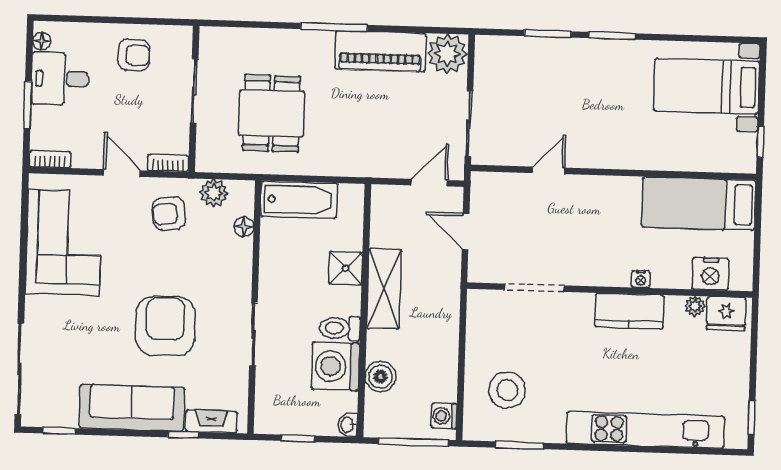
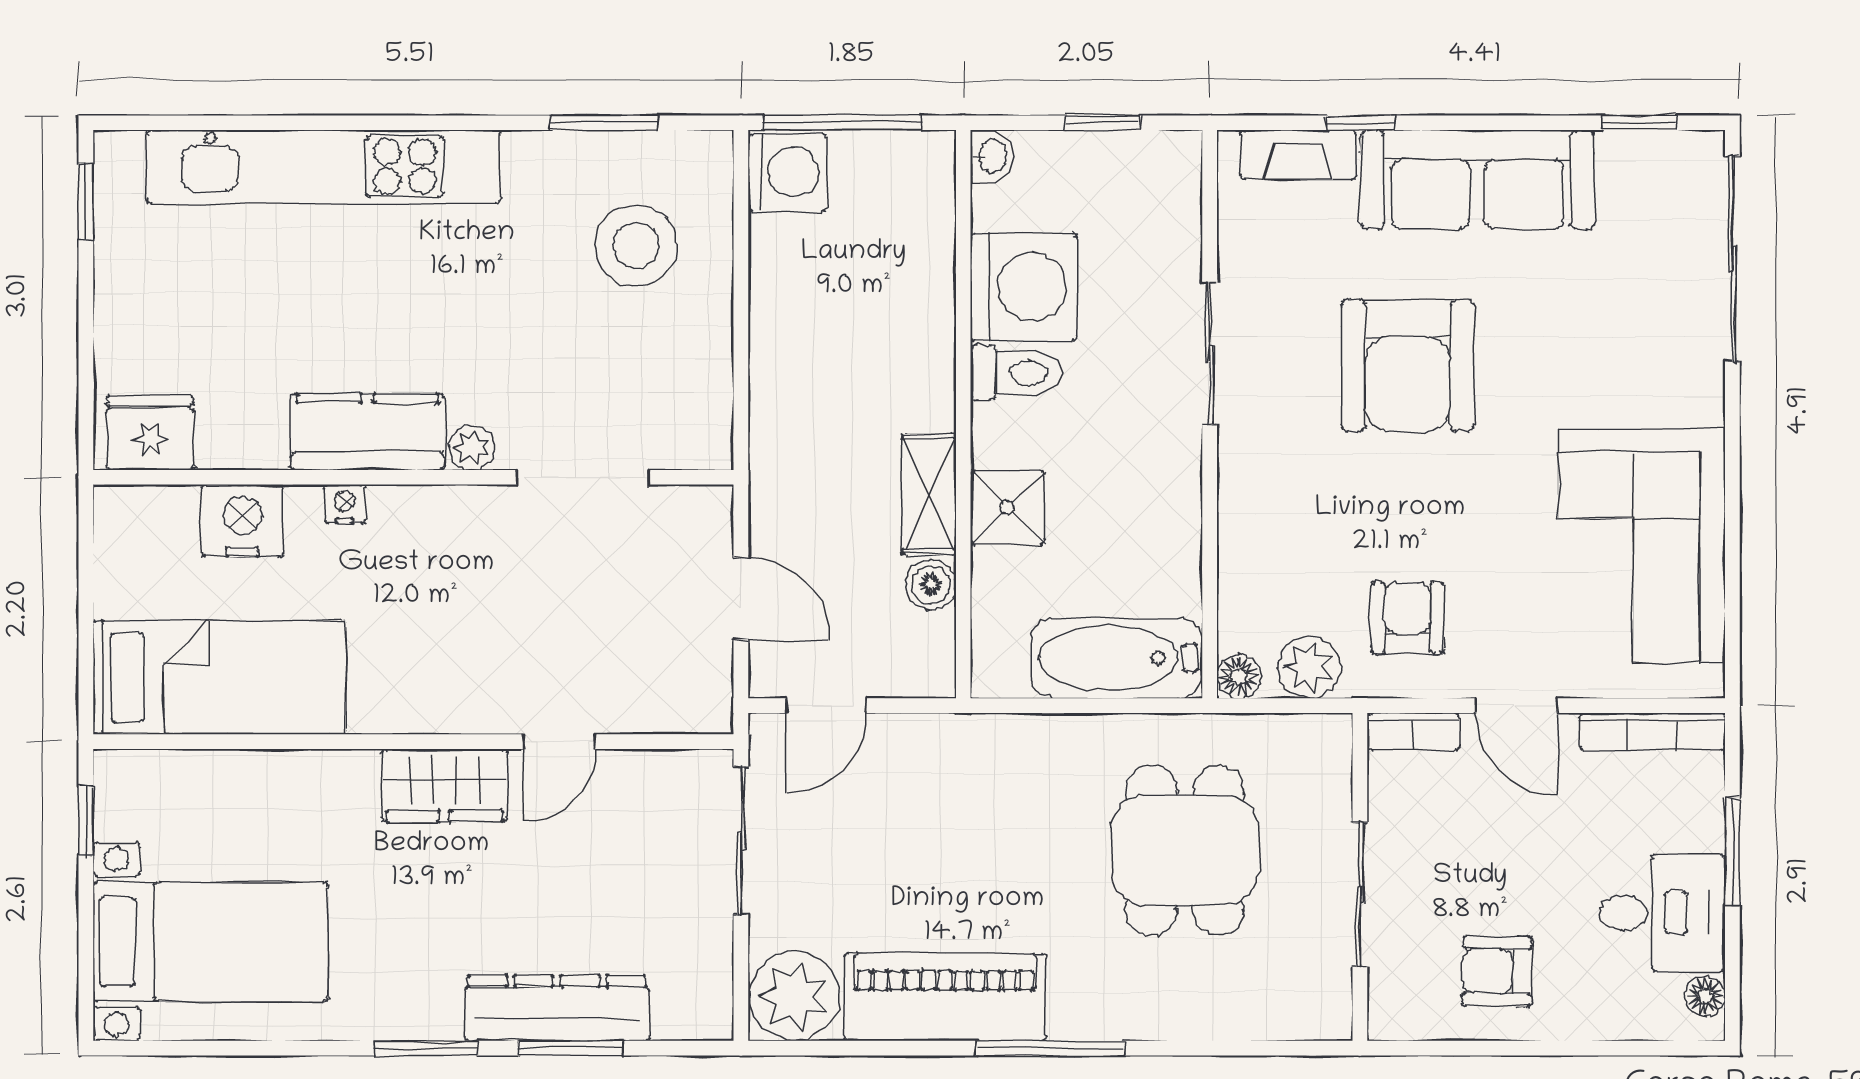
dresser: (553, 52) -> (557, 1008), added
wardrobe: (600, 152) -> (444, 785), added
bookcase: (50, 159) -> (1652, 732), width x1.56
armchair: (169, 214) -> (1408, 618), turned -81
floor lamp: (244, 227) -> (1239, 676), moved
nightstand: (710, 274) -> (242, 521), moved
shelving: (384, 289) -> (929, 494), width x0.67, depth x0.75
plant: (695, 306) -> (472, 448), moved
boiler: (380, 377) -> (931, 585), moved, width x0.73, depth x0.73
washing machine: (444, 416) -> (787, 172), width x1.38, depth x1.38

